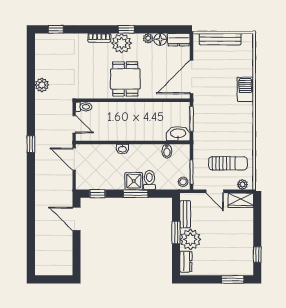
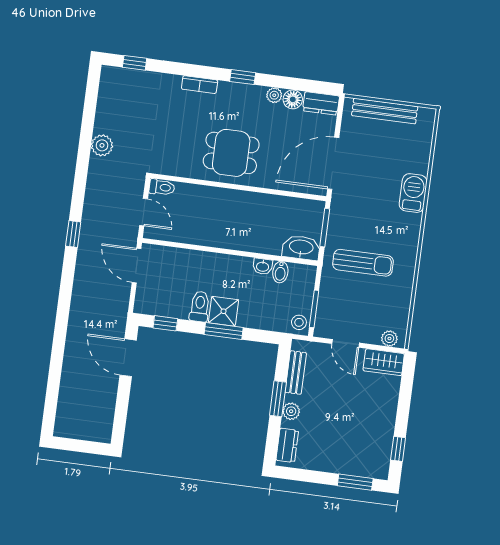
plant: (122, 43) -> (233, 97), removed
dining table: (125, 79) -> (231, 153), turned 90
washbasin: (122, 149) -> (263, 266), moved
sun lounger: (228, 163) -> (363, 263), moved
toilet: (149, 180) -> (200, 306), moved
plant: (190, 239) -> (291, 411), width x0.53, depth x0.53

